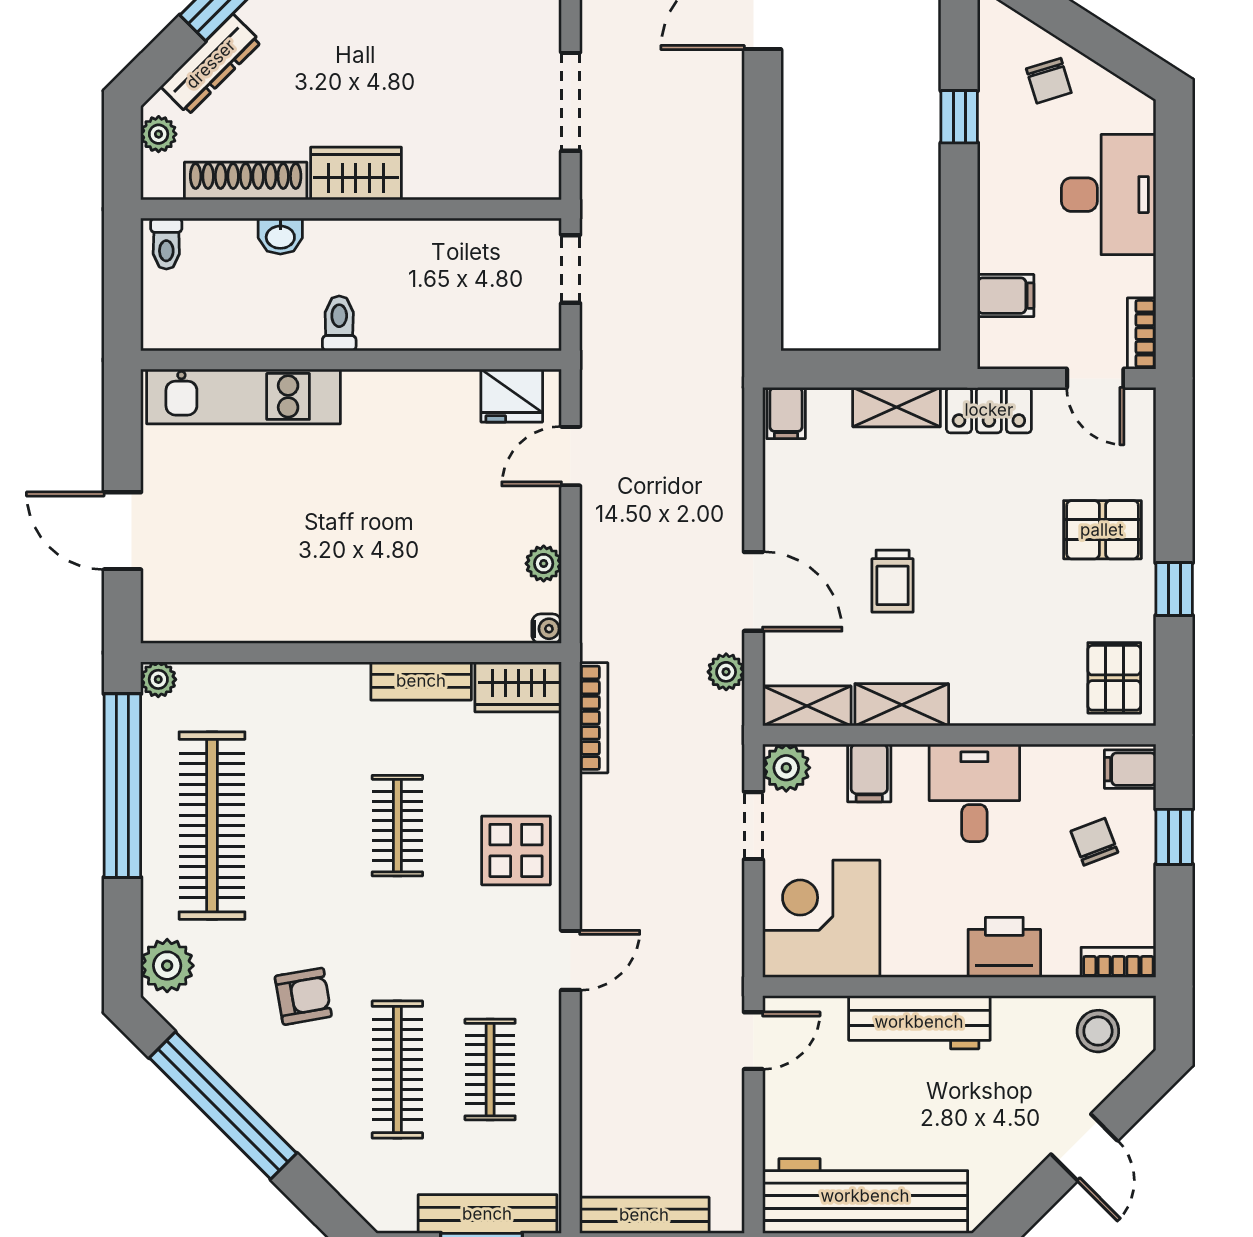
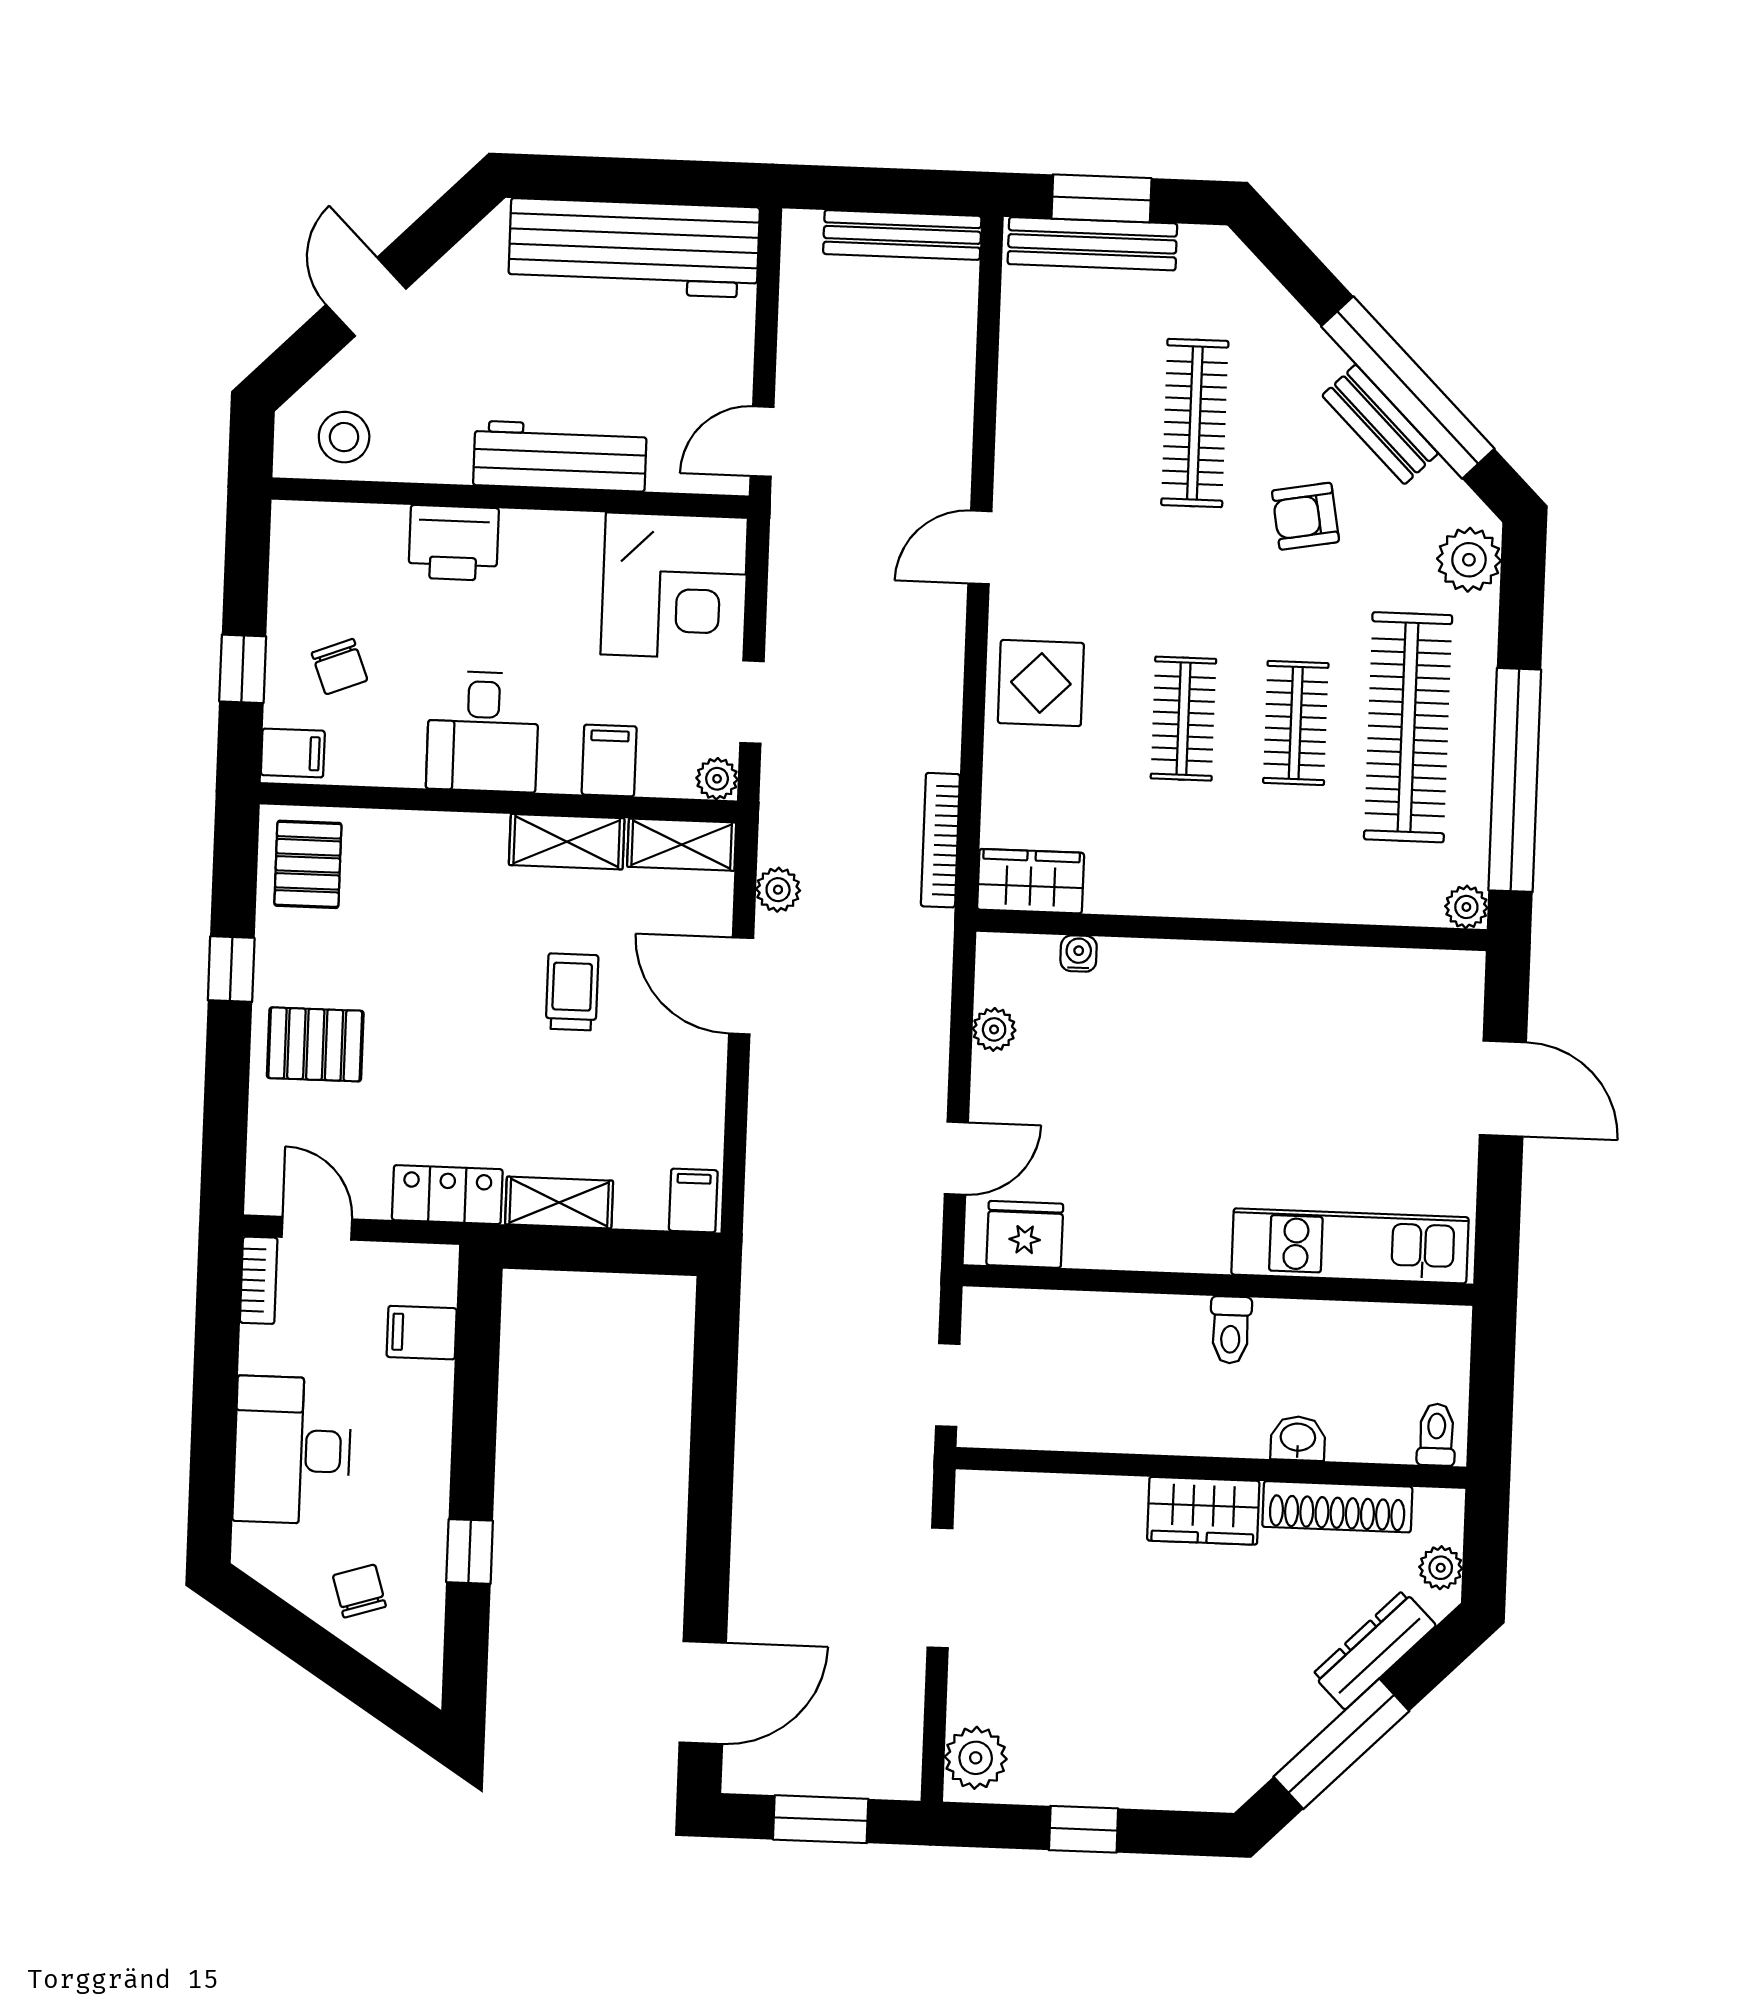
water cooler: (547, 629) -> (1079, 954), moved, turned 90
bench: (421, 681) -> (1380, 424), moved, turned 45
plant: (786, 768) -> (717, 779), width x0.73, depth x0.73
bookcase: (1118, 962) -> (316, 519), removed
clothes rail: (490, 1070) -> (1296, 723), moved

